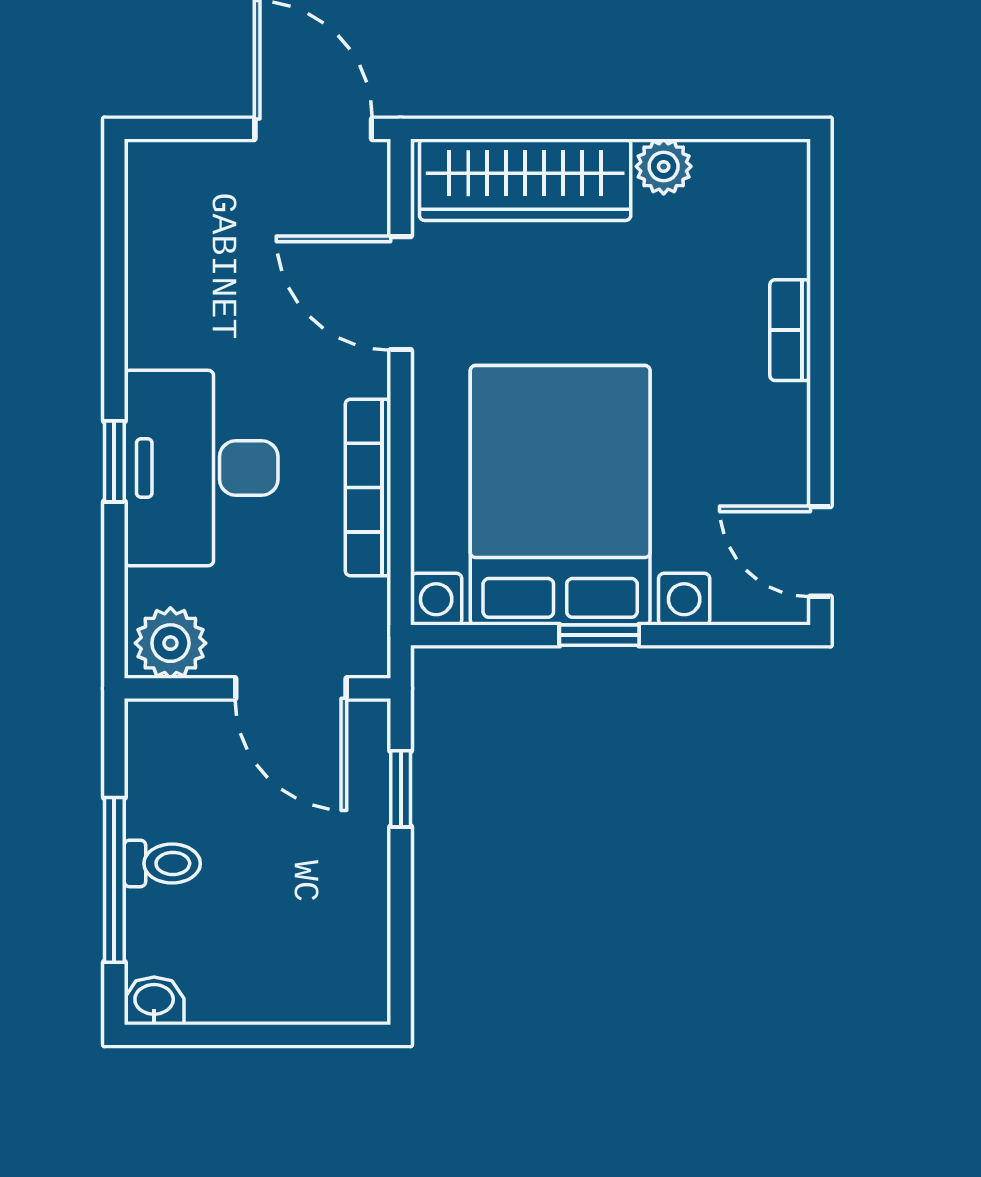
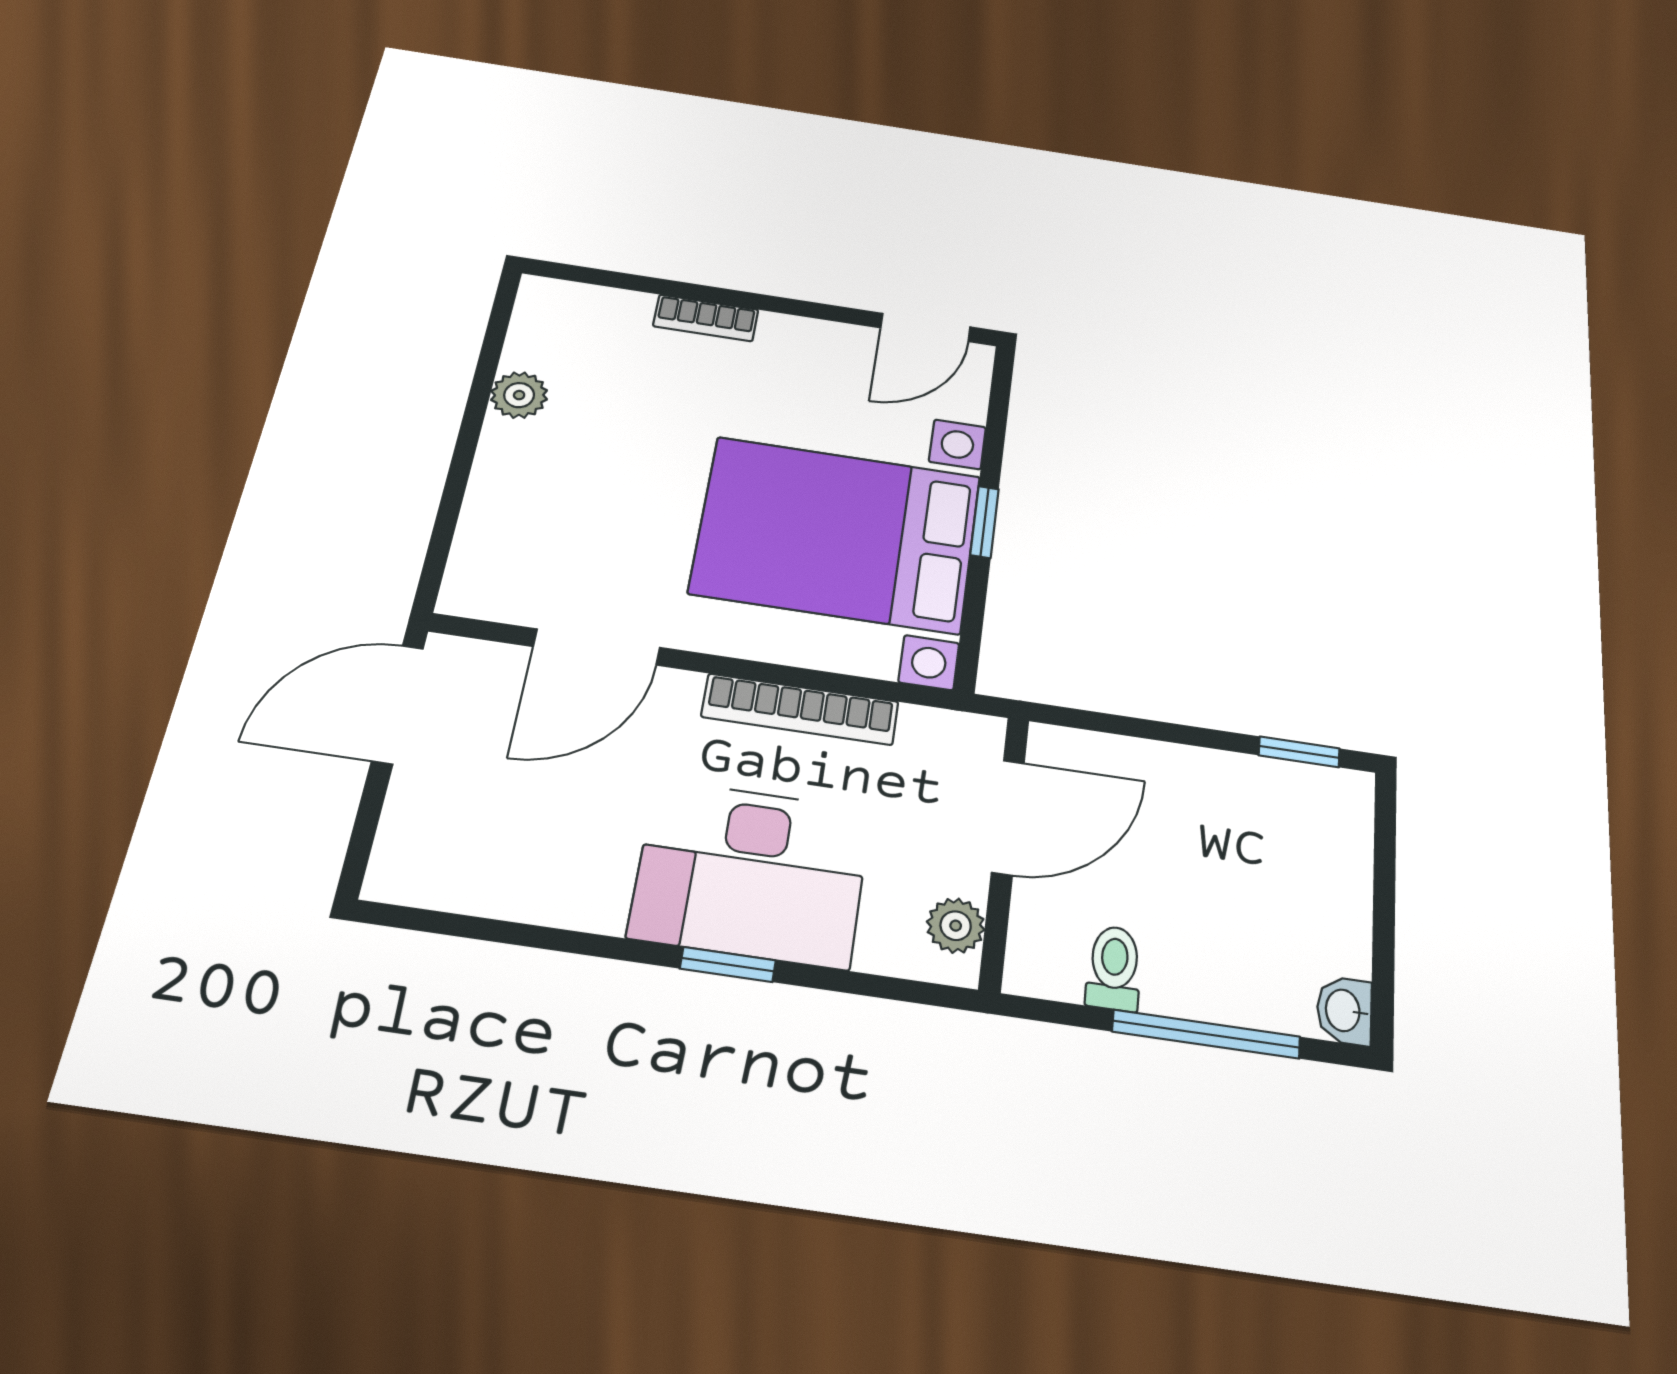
wardrobe: (525, 180) -> (503, 516), removed
plant: (170, 643) -> (956, 926), width x0.73, depth x0.73
window: (401, 789) -> (1299, 752), moved
toilet: (162, 863) -> (1114, 968), moved

